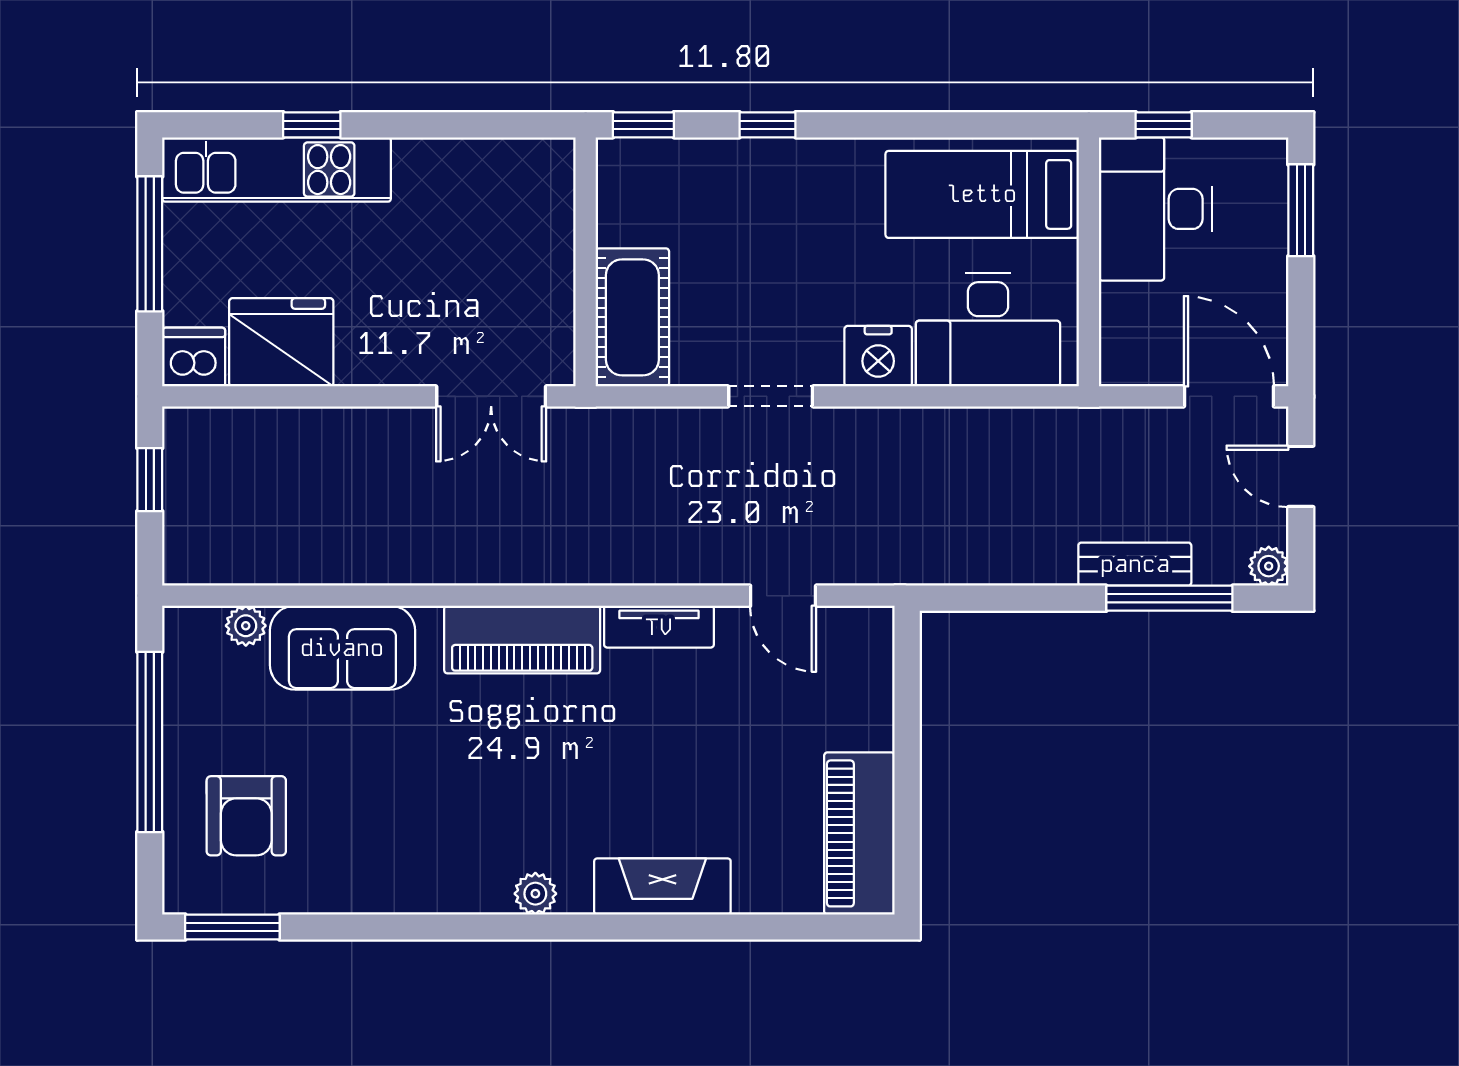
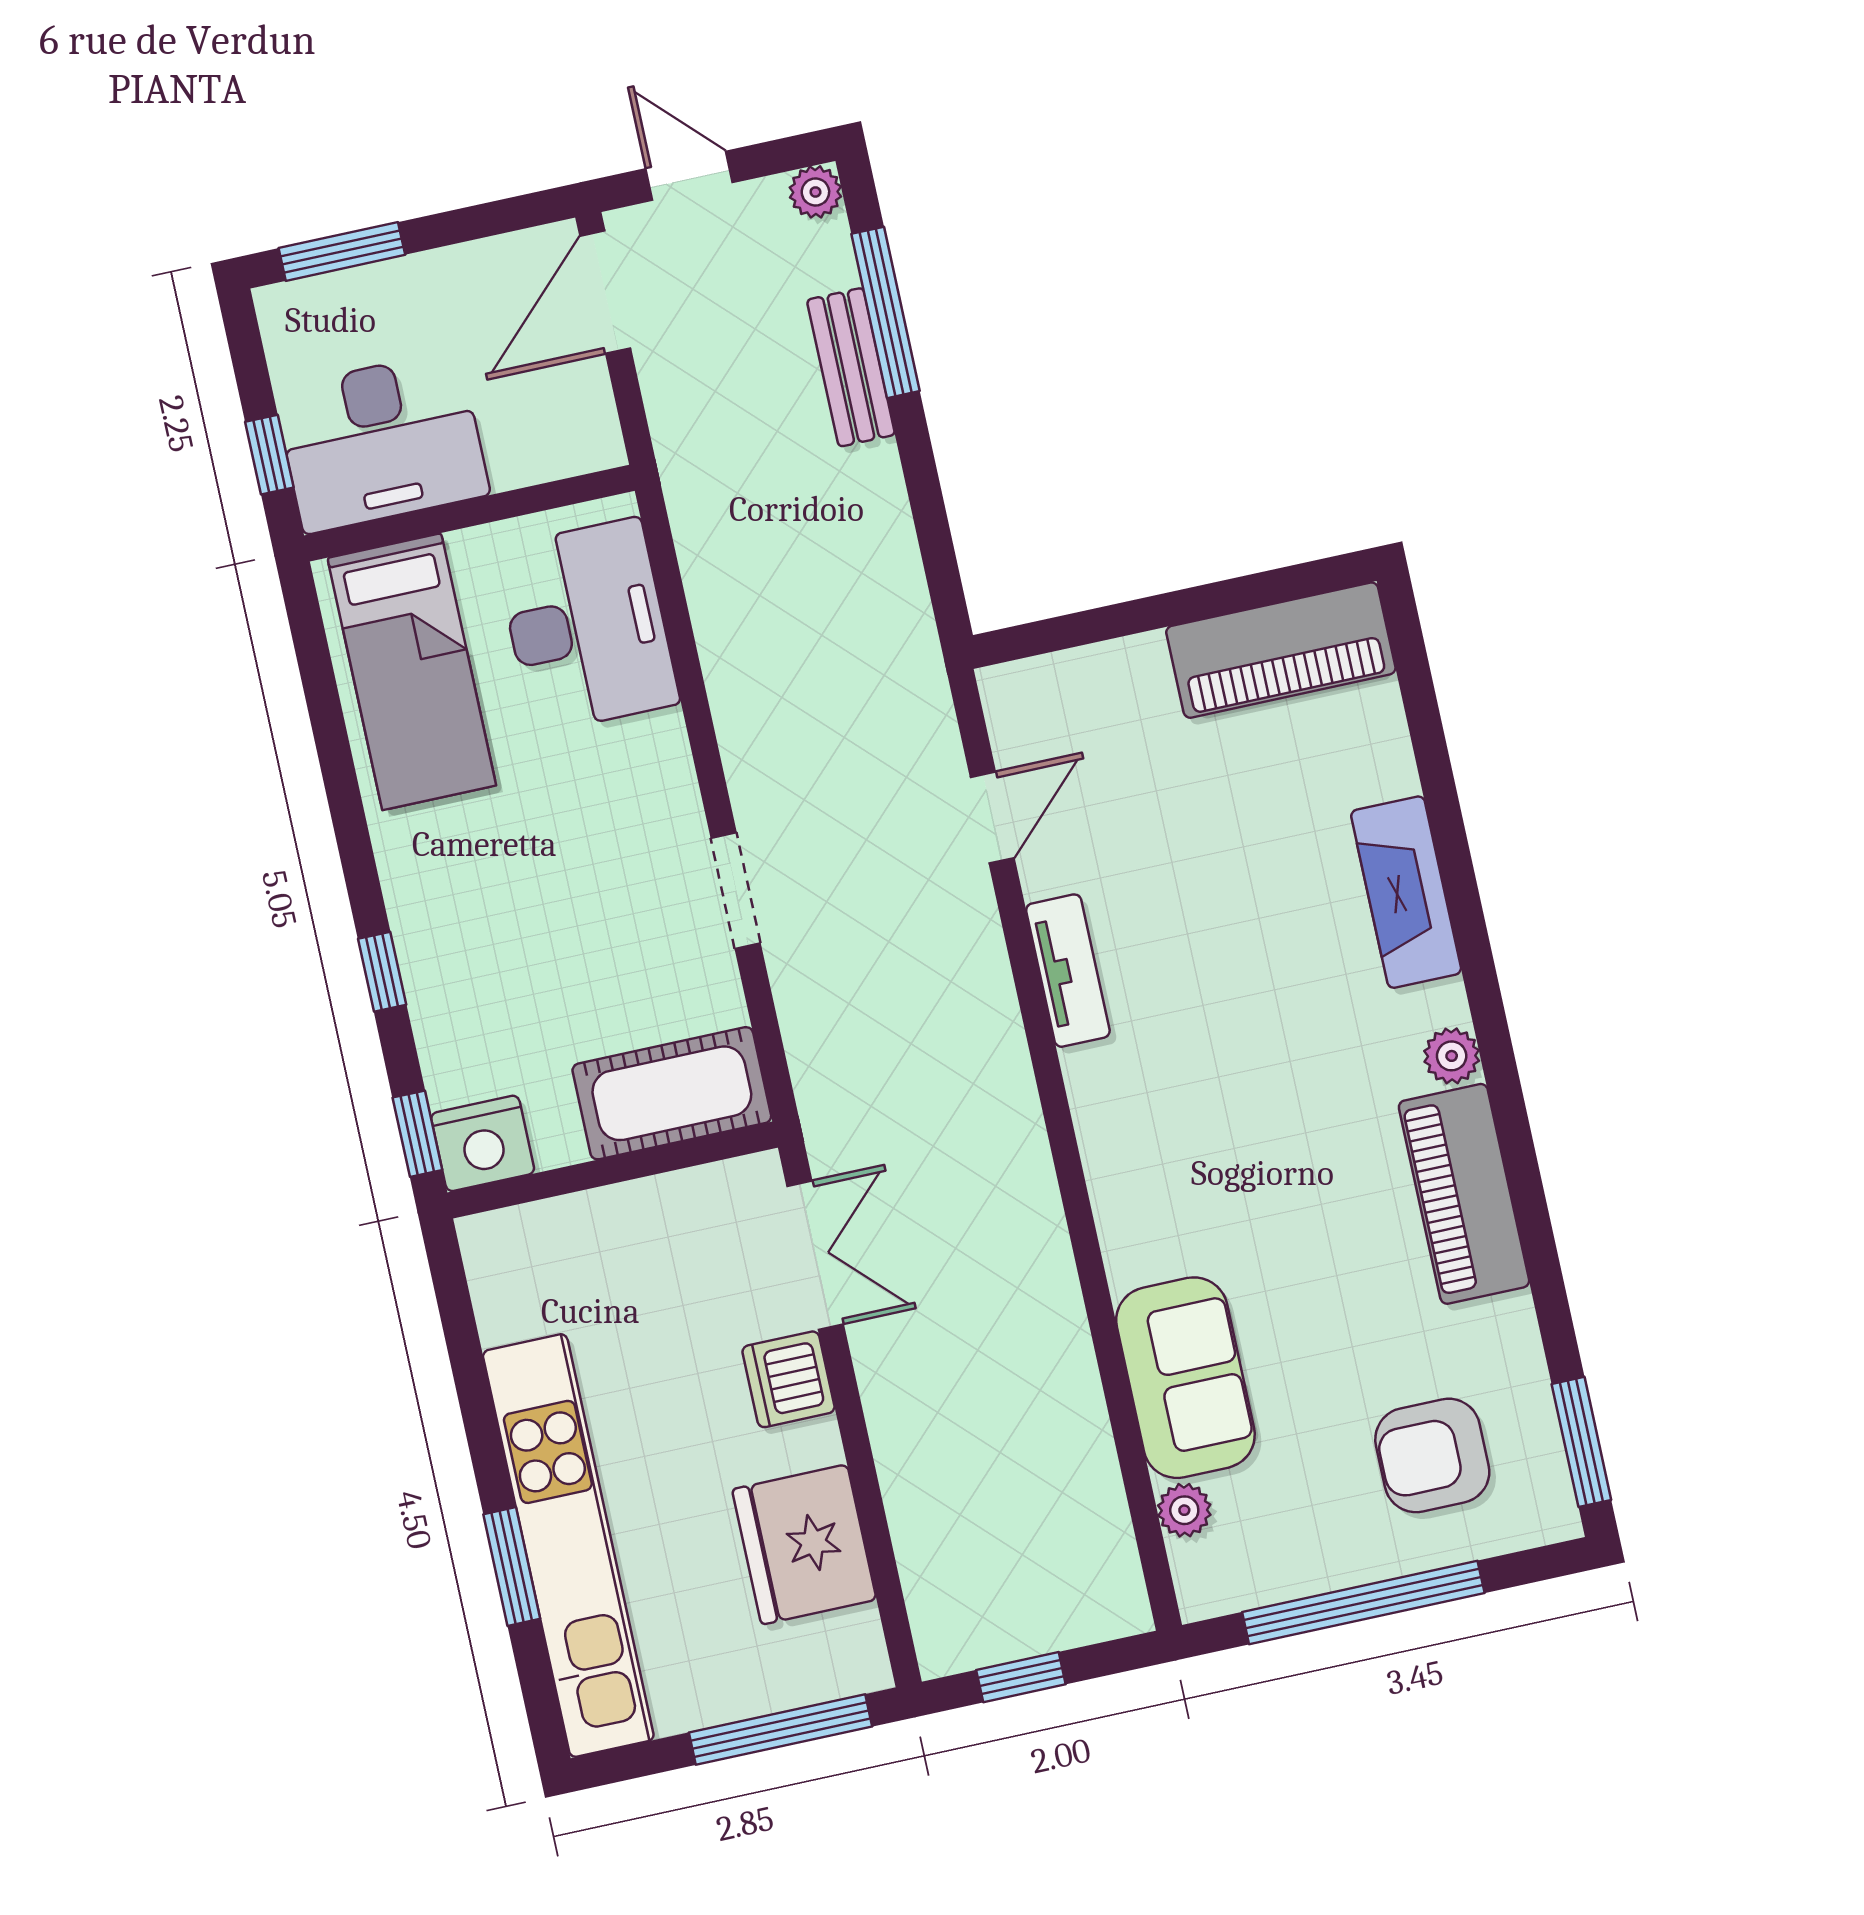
window: (312, 125) -> (512, 1566), width x1.50
kitchen unit: (277, 170) -> (568, 1546), width x1.36
window: (150, 244) -> (780, 1730), moved
nightstand: (878, 356) -> (483, 1143), moved, turned 90
dishwasher: (194, 357) -> (788, 1379), moved
door: (1301, 476) -> (689, 176), swing flipped
piano: (522, 640) -> (1464, 1194), moved, turned 180
armchair: (246, 816) -> (1432, 1455), turned 180

